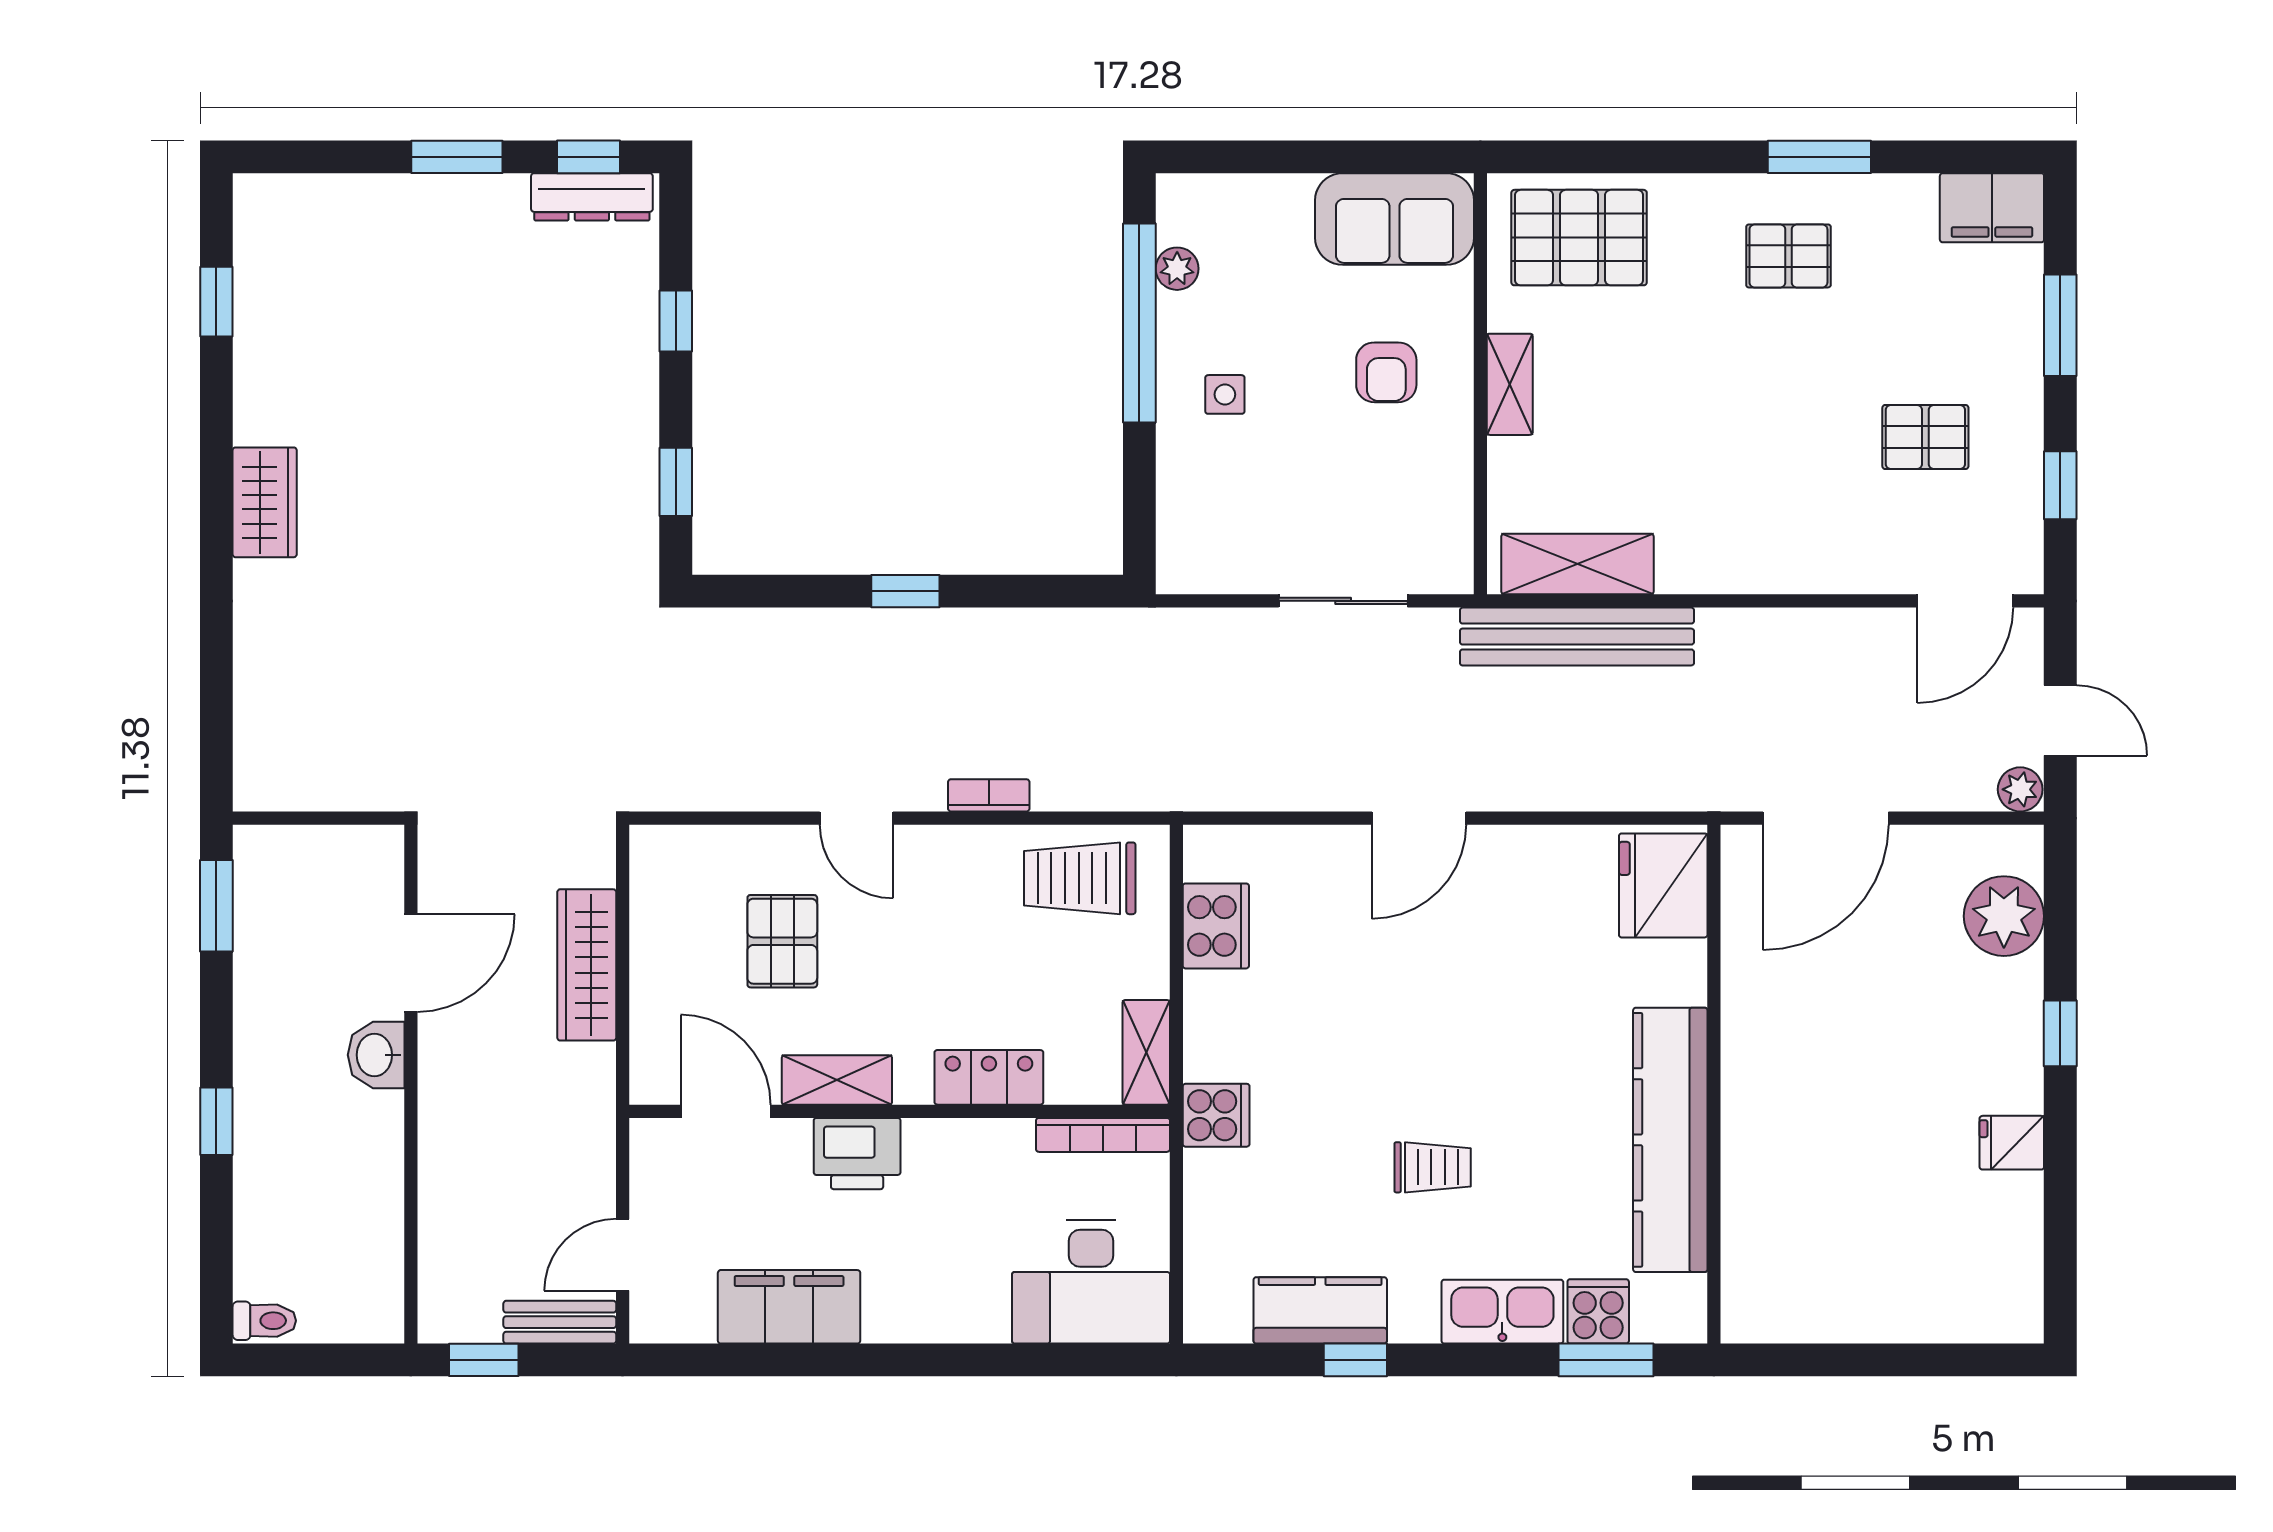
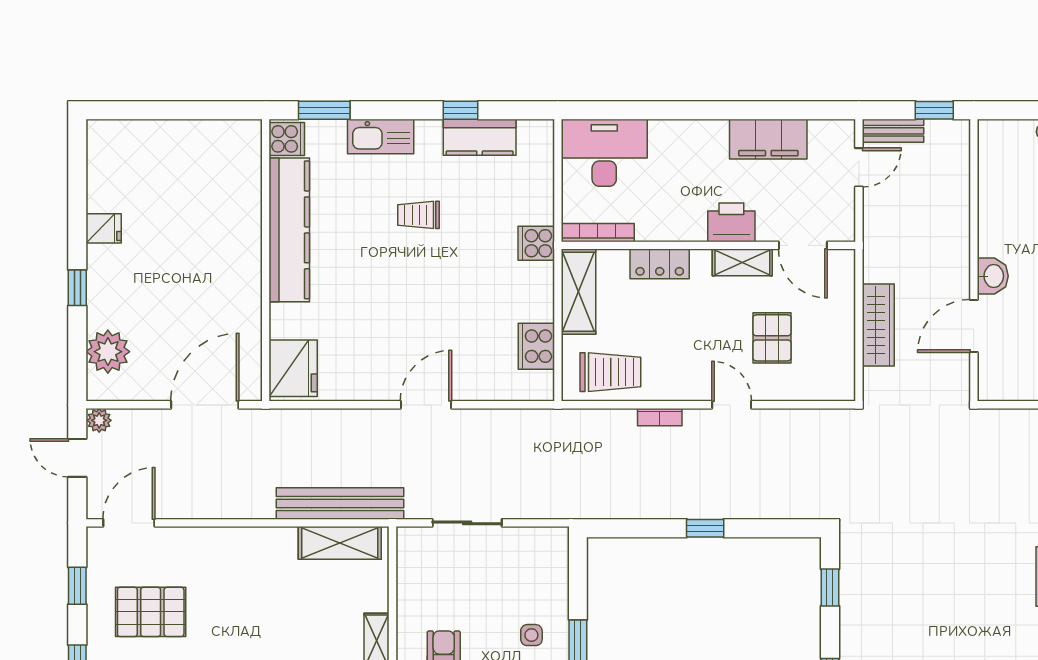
pallet: (1925, 437) -> (151, 612), width x1.50, depth x1.42
shelving: (1146, 1052) -> (578, 292), width x1.50, depth x1.33
cooker: (1598, 1311) -> (287, 139), moved, turned -90

